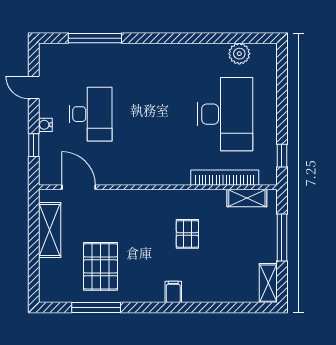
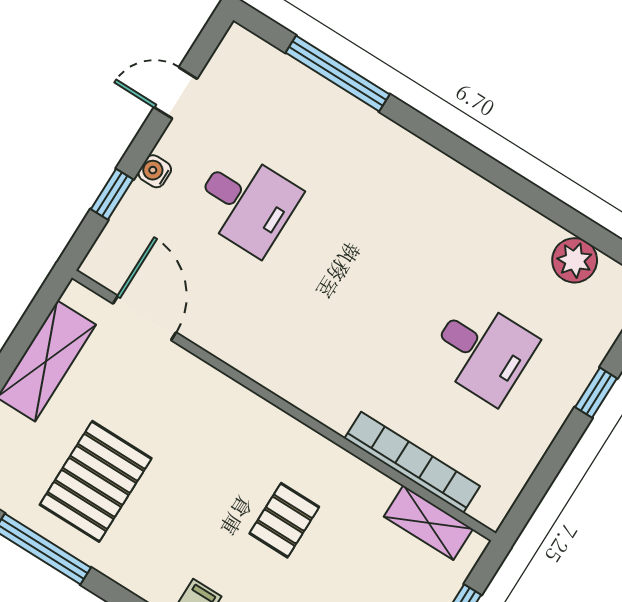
door: (34, 87) -> (176, 93), hinge flipped
desk: (91, 114) -> (246, 203), width x0.73
desk: (225, 114) -> (483, 351), width x0.53, depth x0.77
window: (282, 156) -> (596, 393), moved

